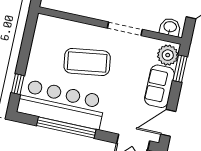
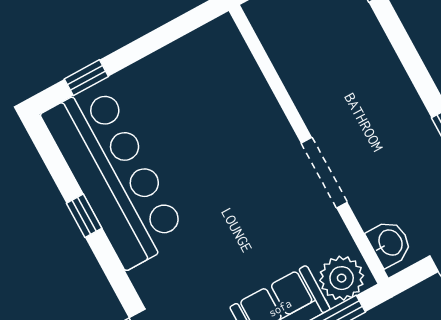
coffee table: (87, 62) -> (218, 158), removed
window: (66, 127) -> (84, 216), width x0.32

